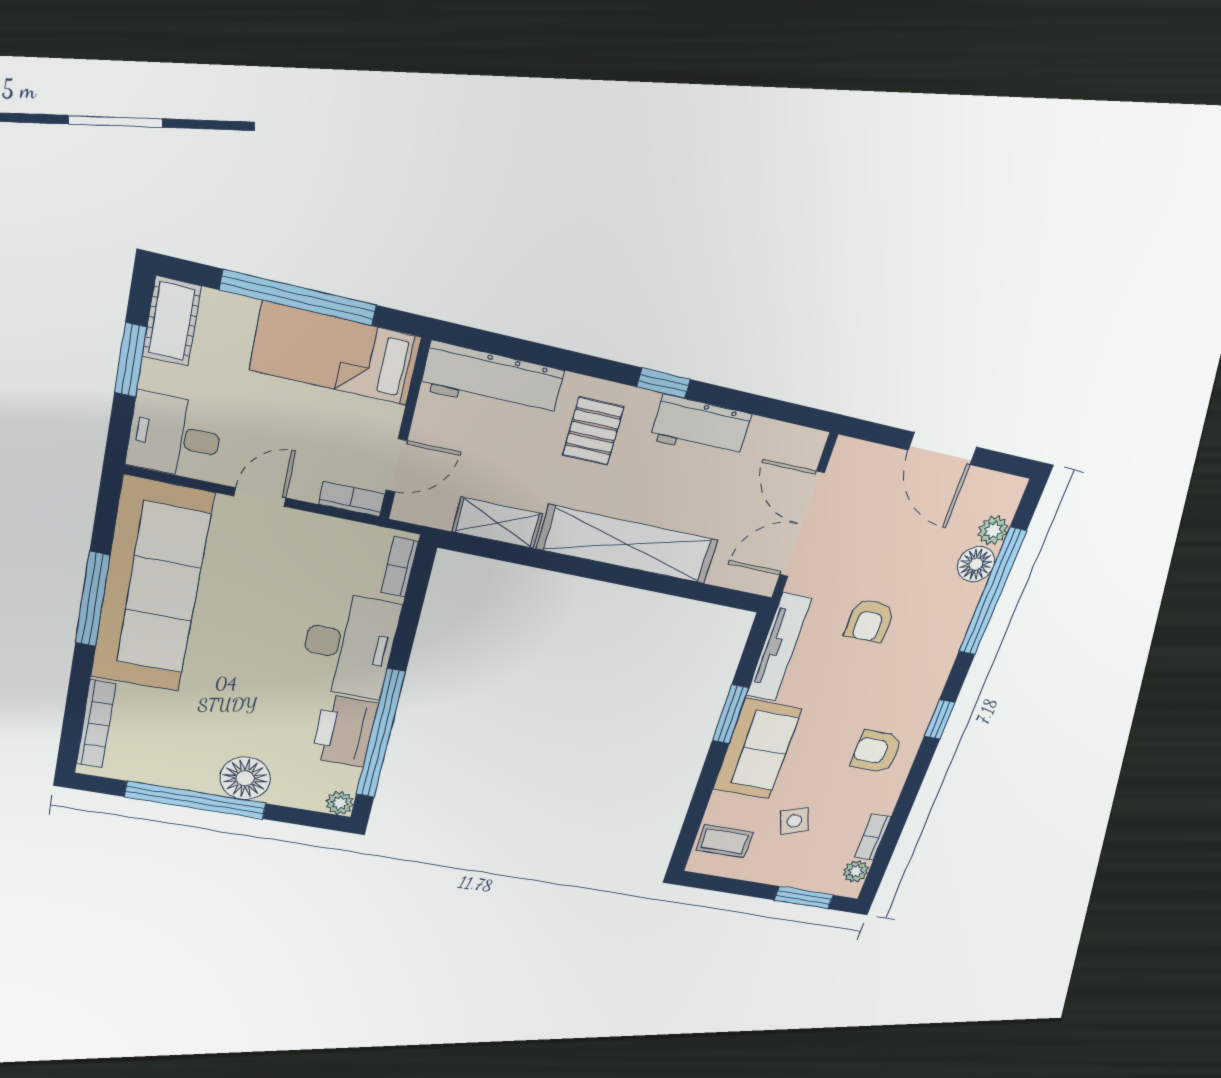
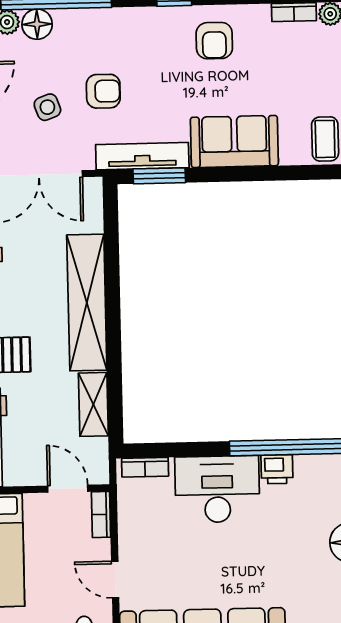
window: (730, 714) -> (159, 176), moved
printer: (344, 731) -> (277, 469), width x0.53, depth x0.68
side table: (794, 821) -> (47, 107), moved

